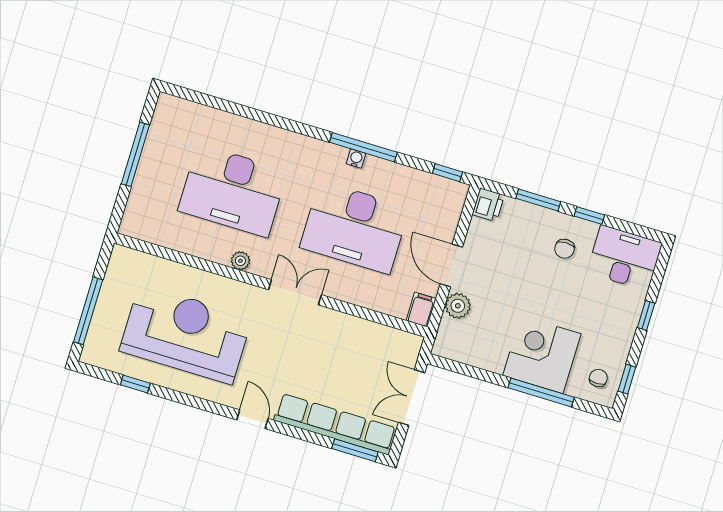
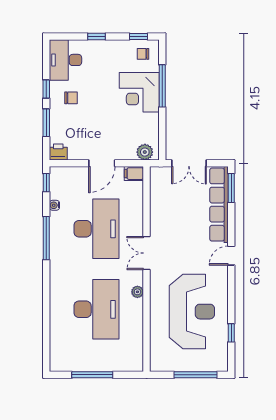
water cooler: (356, 159) -> (54, 205), moved
plant: (458, 306) -> (145, 152), moved
reception desk: (186, 334) -> (192, 312), turned 180

